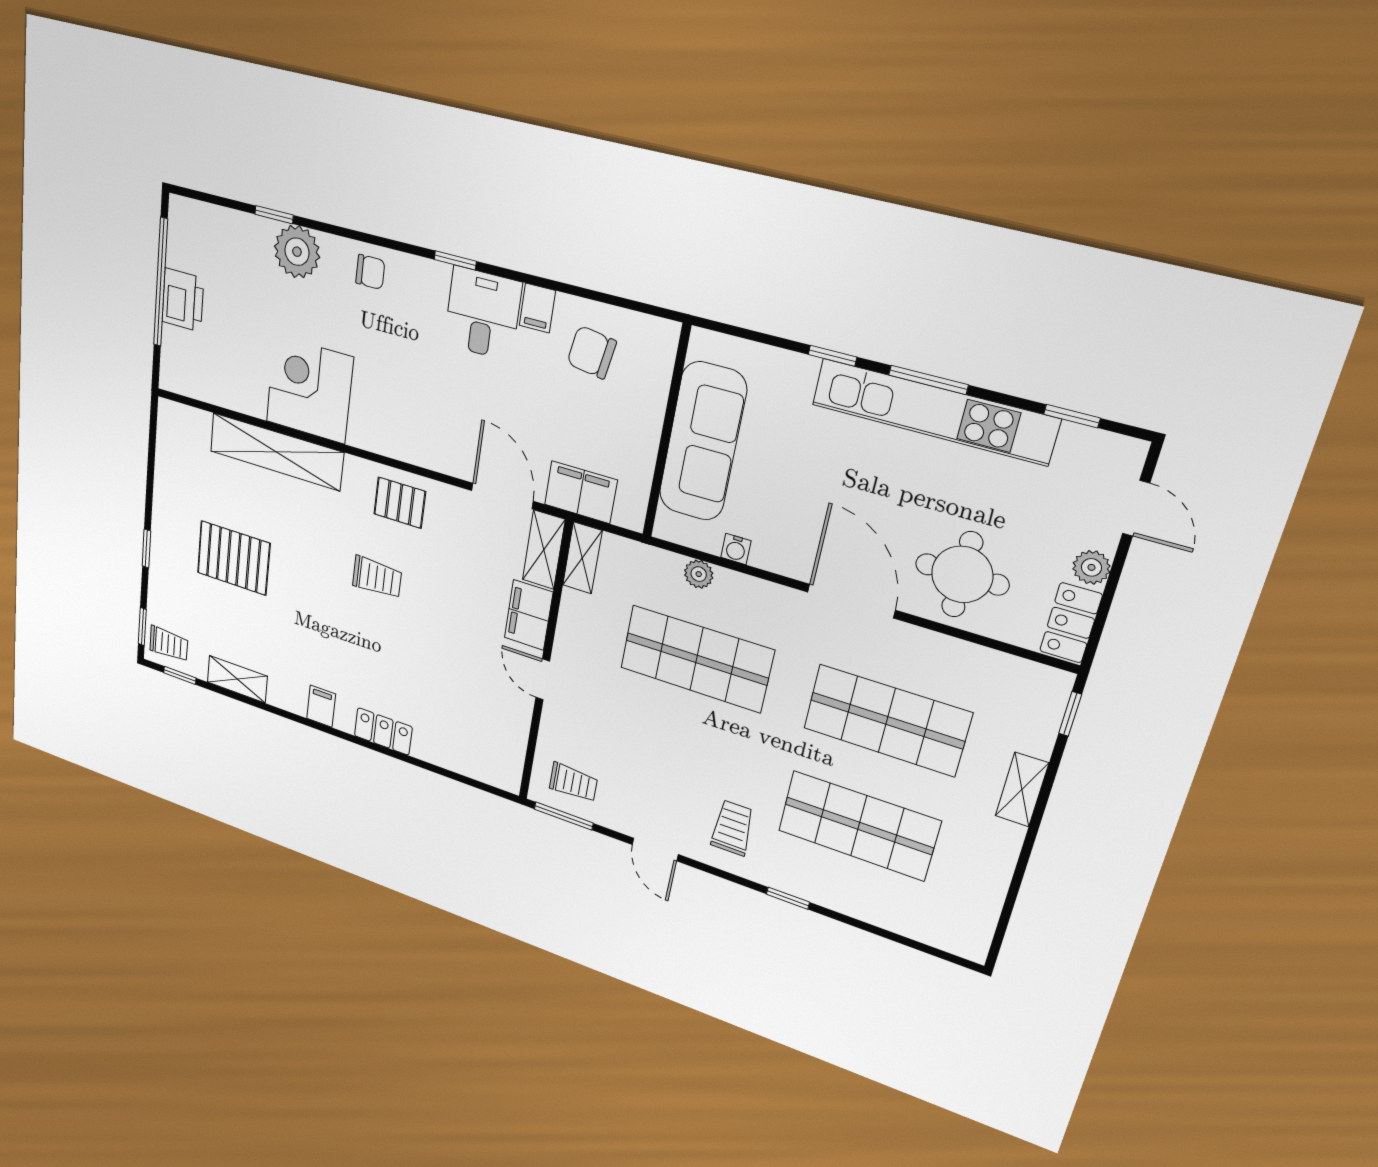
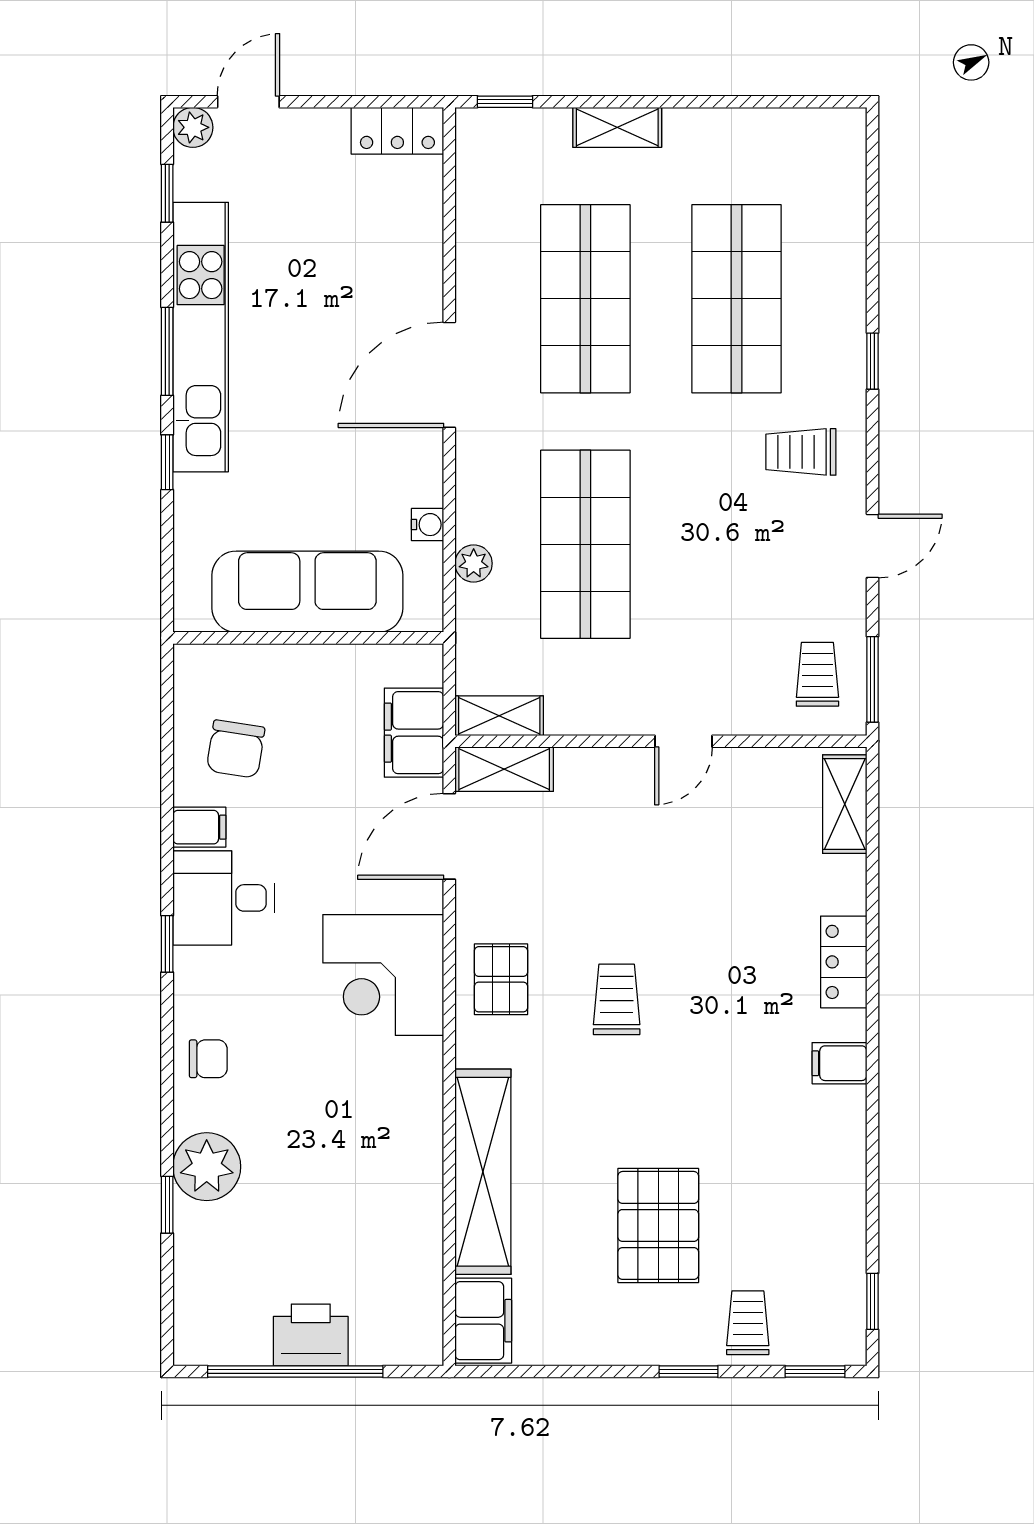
chair: (370, 272) -> (208, 1059), turned 90
corner desk: (309, 389) -> (383, 975), moved
plant: (1091, 567) -> (193, 127), moved
round table: (962, 574) -> (378, 260), removed
filing cabinet: (529, 615) -> (483, 1321), moved, turned -90
trolley: (169, 644) -> (748, 1323), moved
shelving: (237, 679) -> (845, 804), moved

